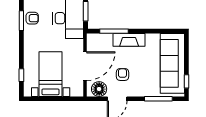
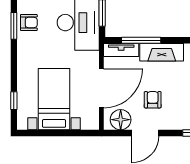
tv unit: (100, 38) -> (121, 50), added

